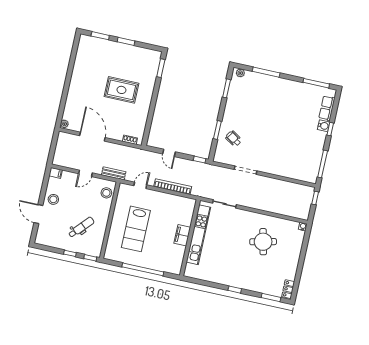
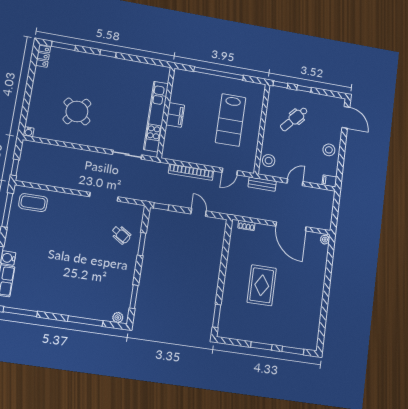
rug: (121, 90) -> (262, 285), turned 90
coffee table: (302, 169) -> (33, 203), added
door: (38, 214) -> (346, 117), moved
lab bench: (136, 229) -> (231, 120), turned 180
round table: (263, 242) -> (77, 111), turned -38

